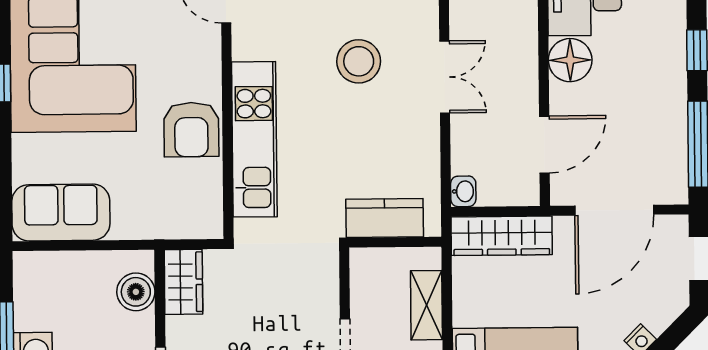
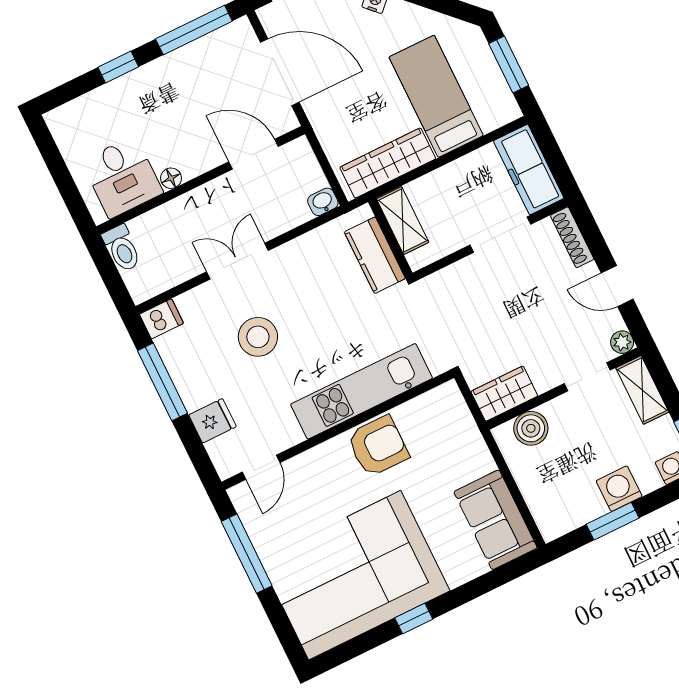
floor lamp: (570, 60) -> (171, 178), width x0.53, depth x0.53
wardrobe: (502, 236) -> (388, 163), moved, turned -90
shelving: (426, 305) -> (403, 221), moved, turned 90

